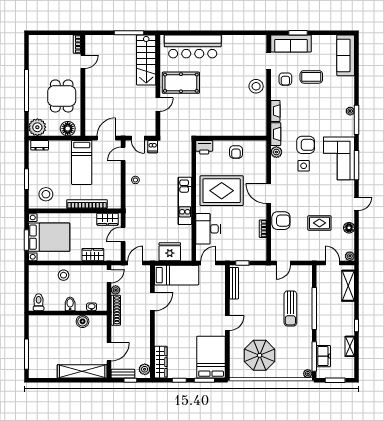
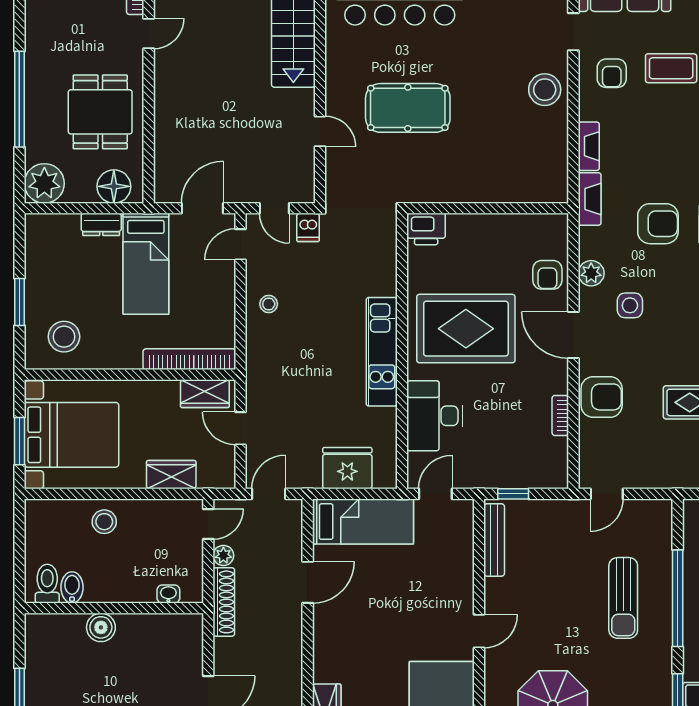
pool table: (181, 83) -> (408, 108), moved
door: (158, 105) -> (320, 131), hinge flipped
dresser: (40, 145) -> (101, 224), moved
armchair: (236, 152) -> (547, 275), moved
plant: (276, 152) -> (591, 273), moved
side table: (304, 166) -> (630, 305), moved
bookcase: (87, 204) -> (189, 359), moved
door: (123, 234) -> (241, 428), hinge flipped
bidet: (70, 304) -> (72, 587), moved
boiler: (83, 321) -> (101, 627), moved

